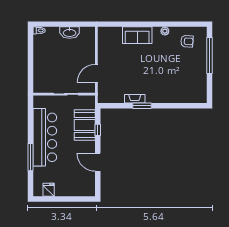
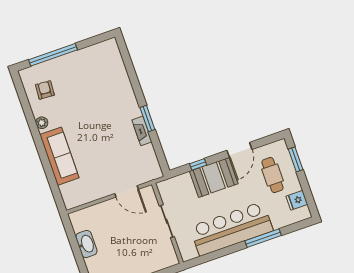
sofa: (137, 35) -> (59, 156), width x1.36
booth: (85, 125) -> (214, 177), moved
cafe table: (72, 179) -> (272, 175), added
window: (77, 199) -> (296, 159), added

